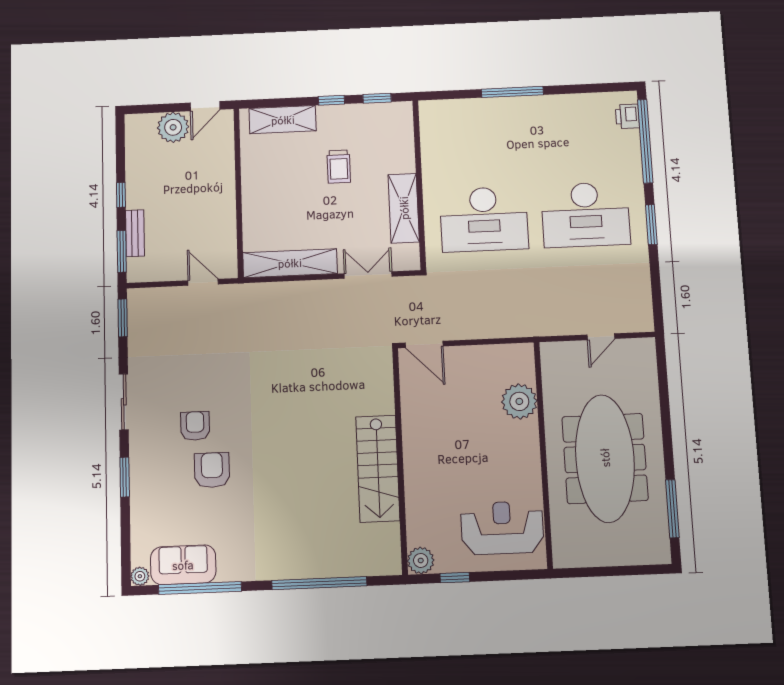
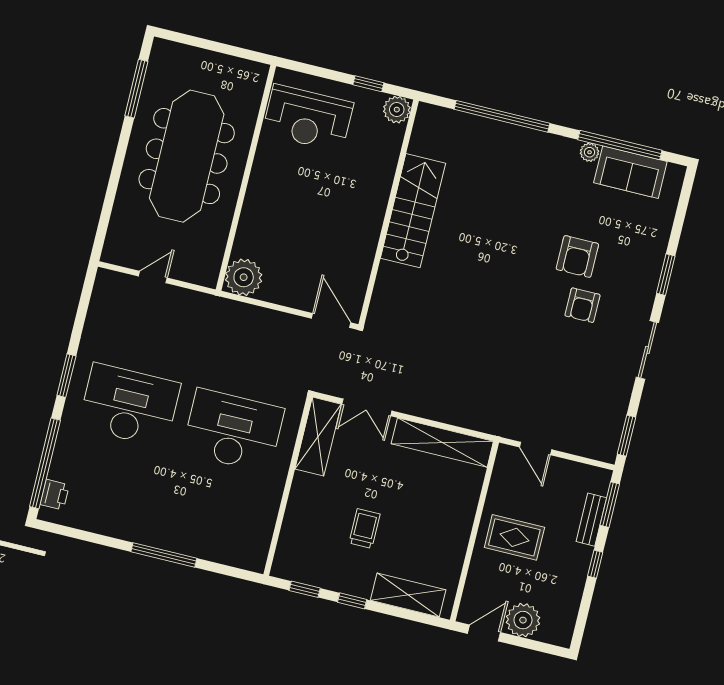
rug: (201, 198) -> (514, 537), added
shelving: (404, 208) -> (318, 437), moved
plant: (519, 401) -> (244, 277), moved
plant: (140, 576) -> (589, 152), moved

